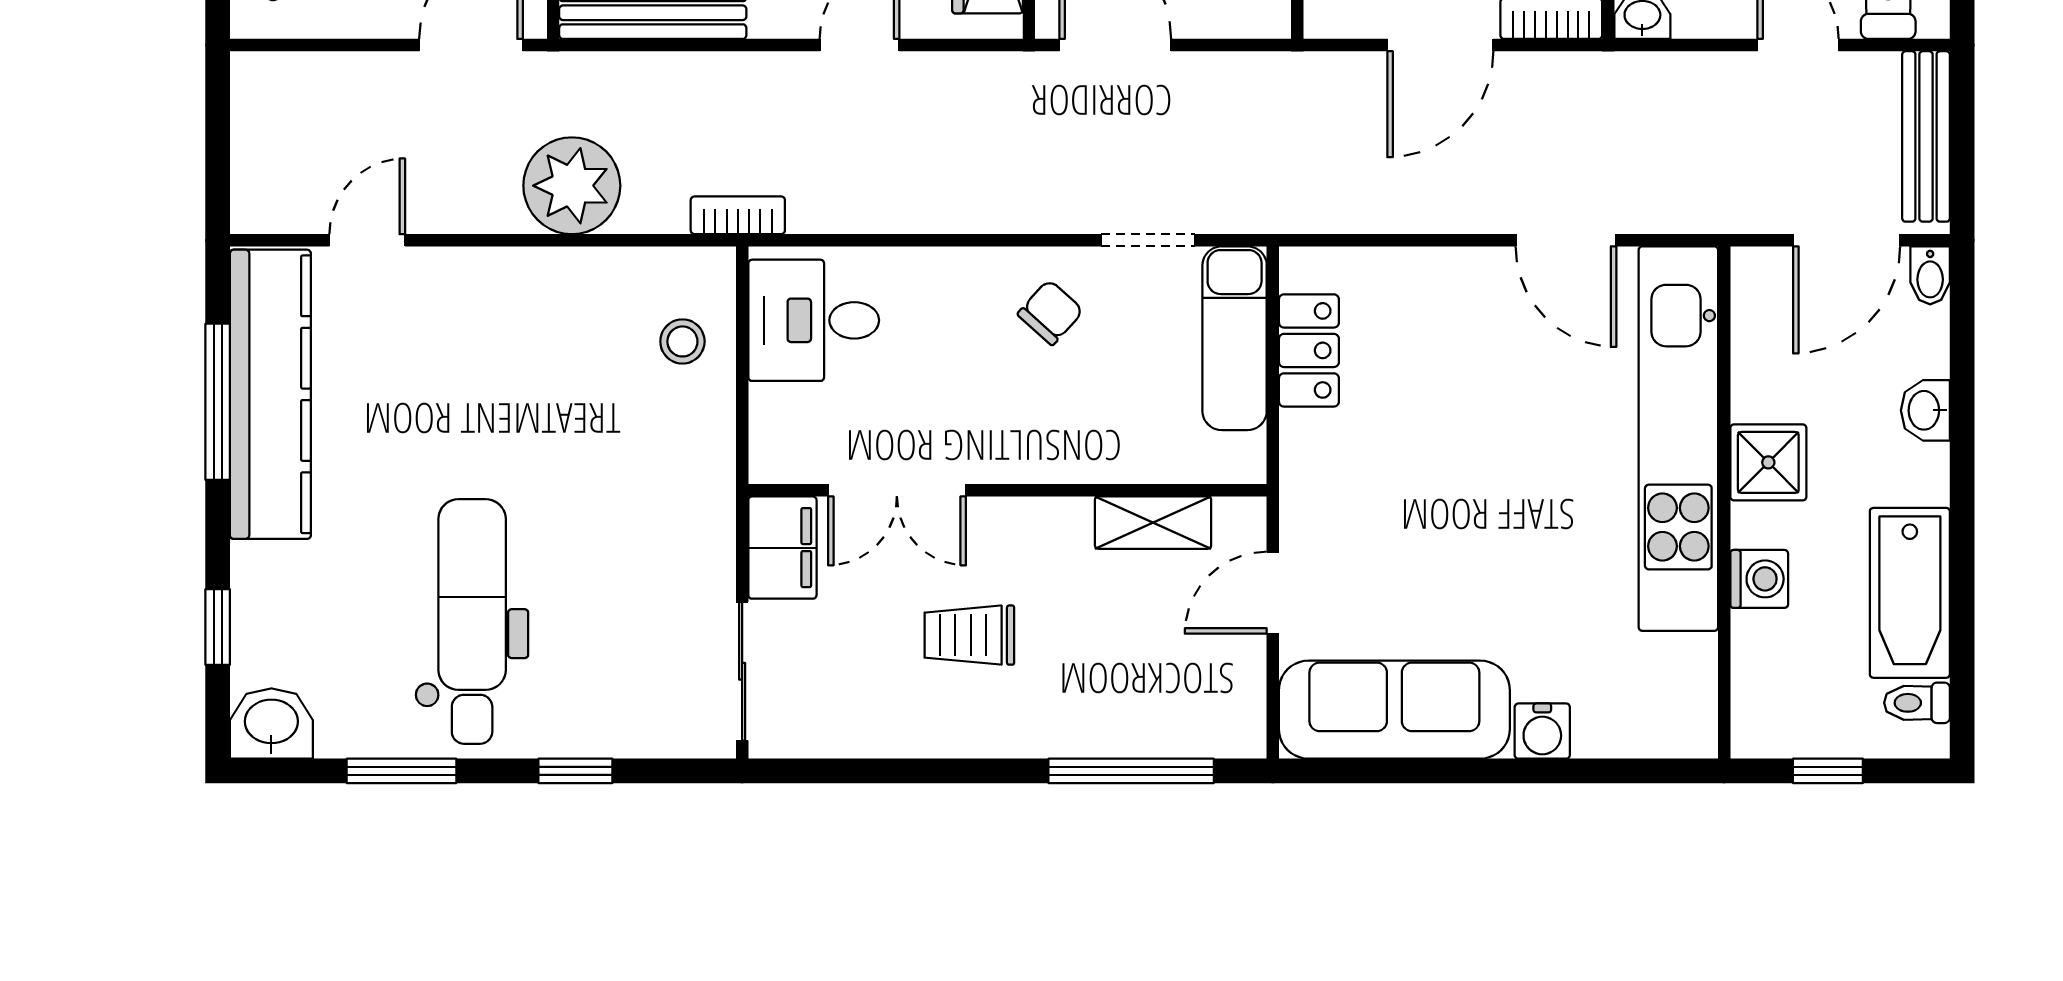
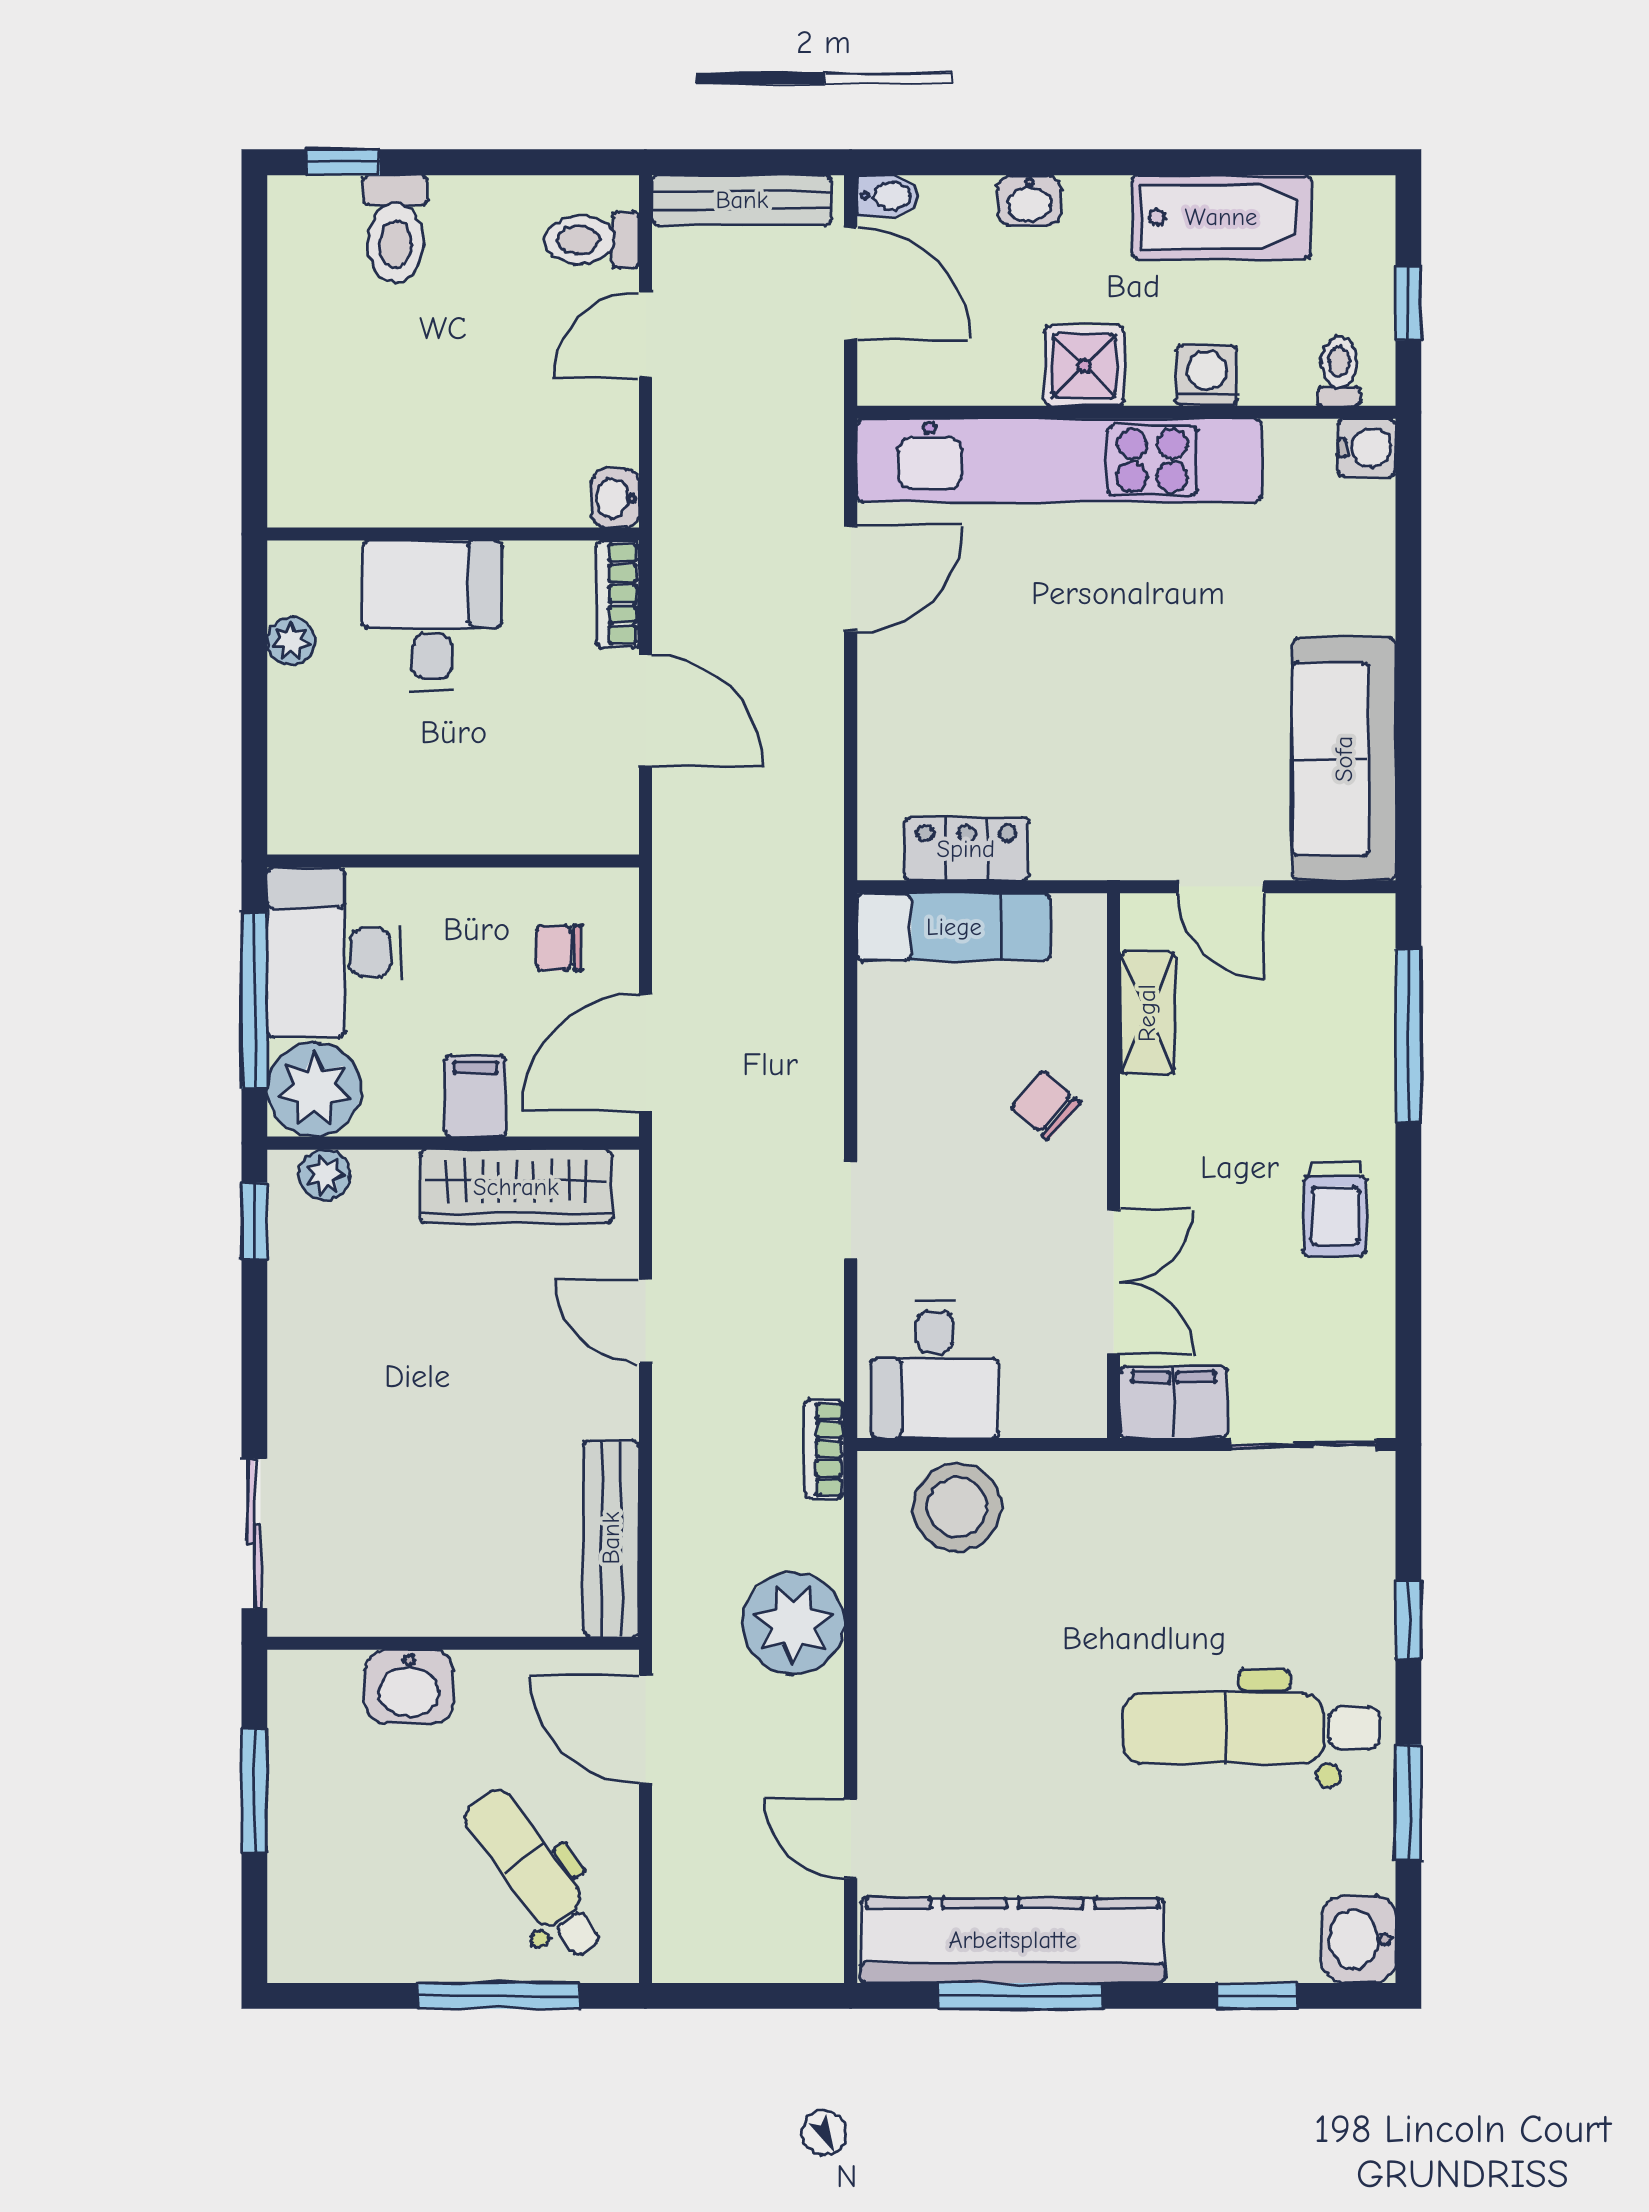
doorway: (1148, 240) -> (851, 1210), moved
chair: (1050, 312) -> (1046, 1105), moved
stool: (682, 341) -> (957, 1507), width x1.89, depth x1.89
trolley: (969, 635) -> (1335, 1209), moved
toilet: (1917, 703) -> (1339, 371), moved, turned 180
water cooler: (1542, 731) -> (1367, 448), moved

